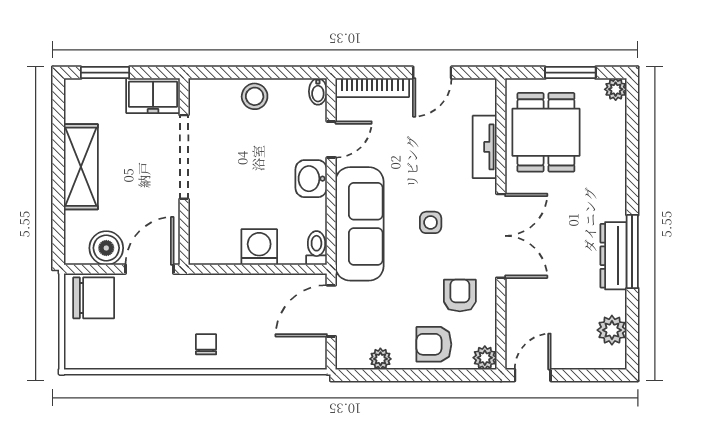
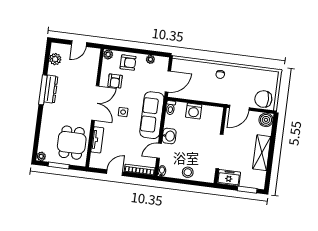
double door: (501, 236) -> (95, 103), swing flipped
boiler: (106, 248) -> (266, 120), moved
door: (533, 375) -> (79, 44), moved

